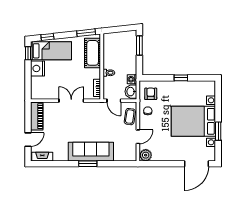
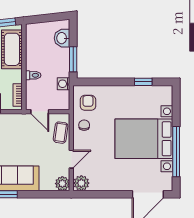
window: (139, 45) -> (73, 59), moved
window: (181, 78) -> (143, 82), moved
washbasin: (131, 92) -> (62, 38), moved
window: (218, 131) -> (176, 152), width x2.11
plant: (131, 156) -> (62, 184), added

